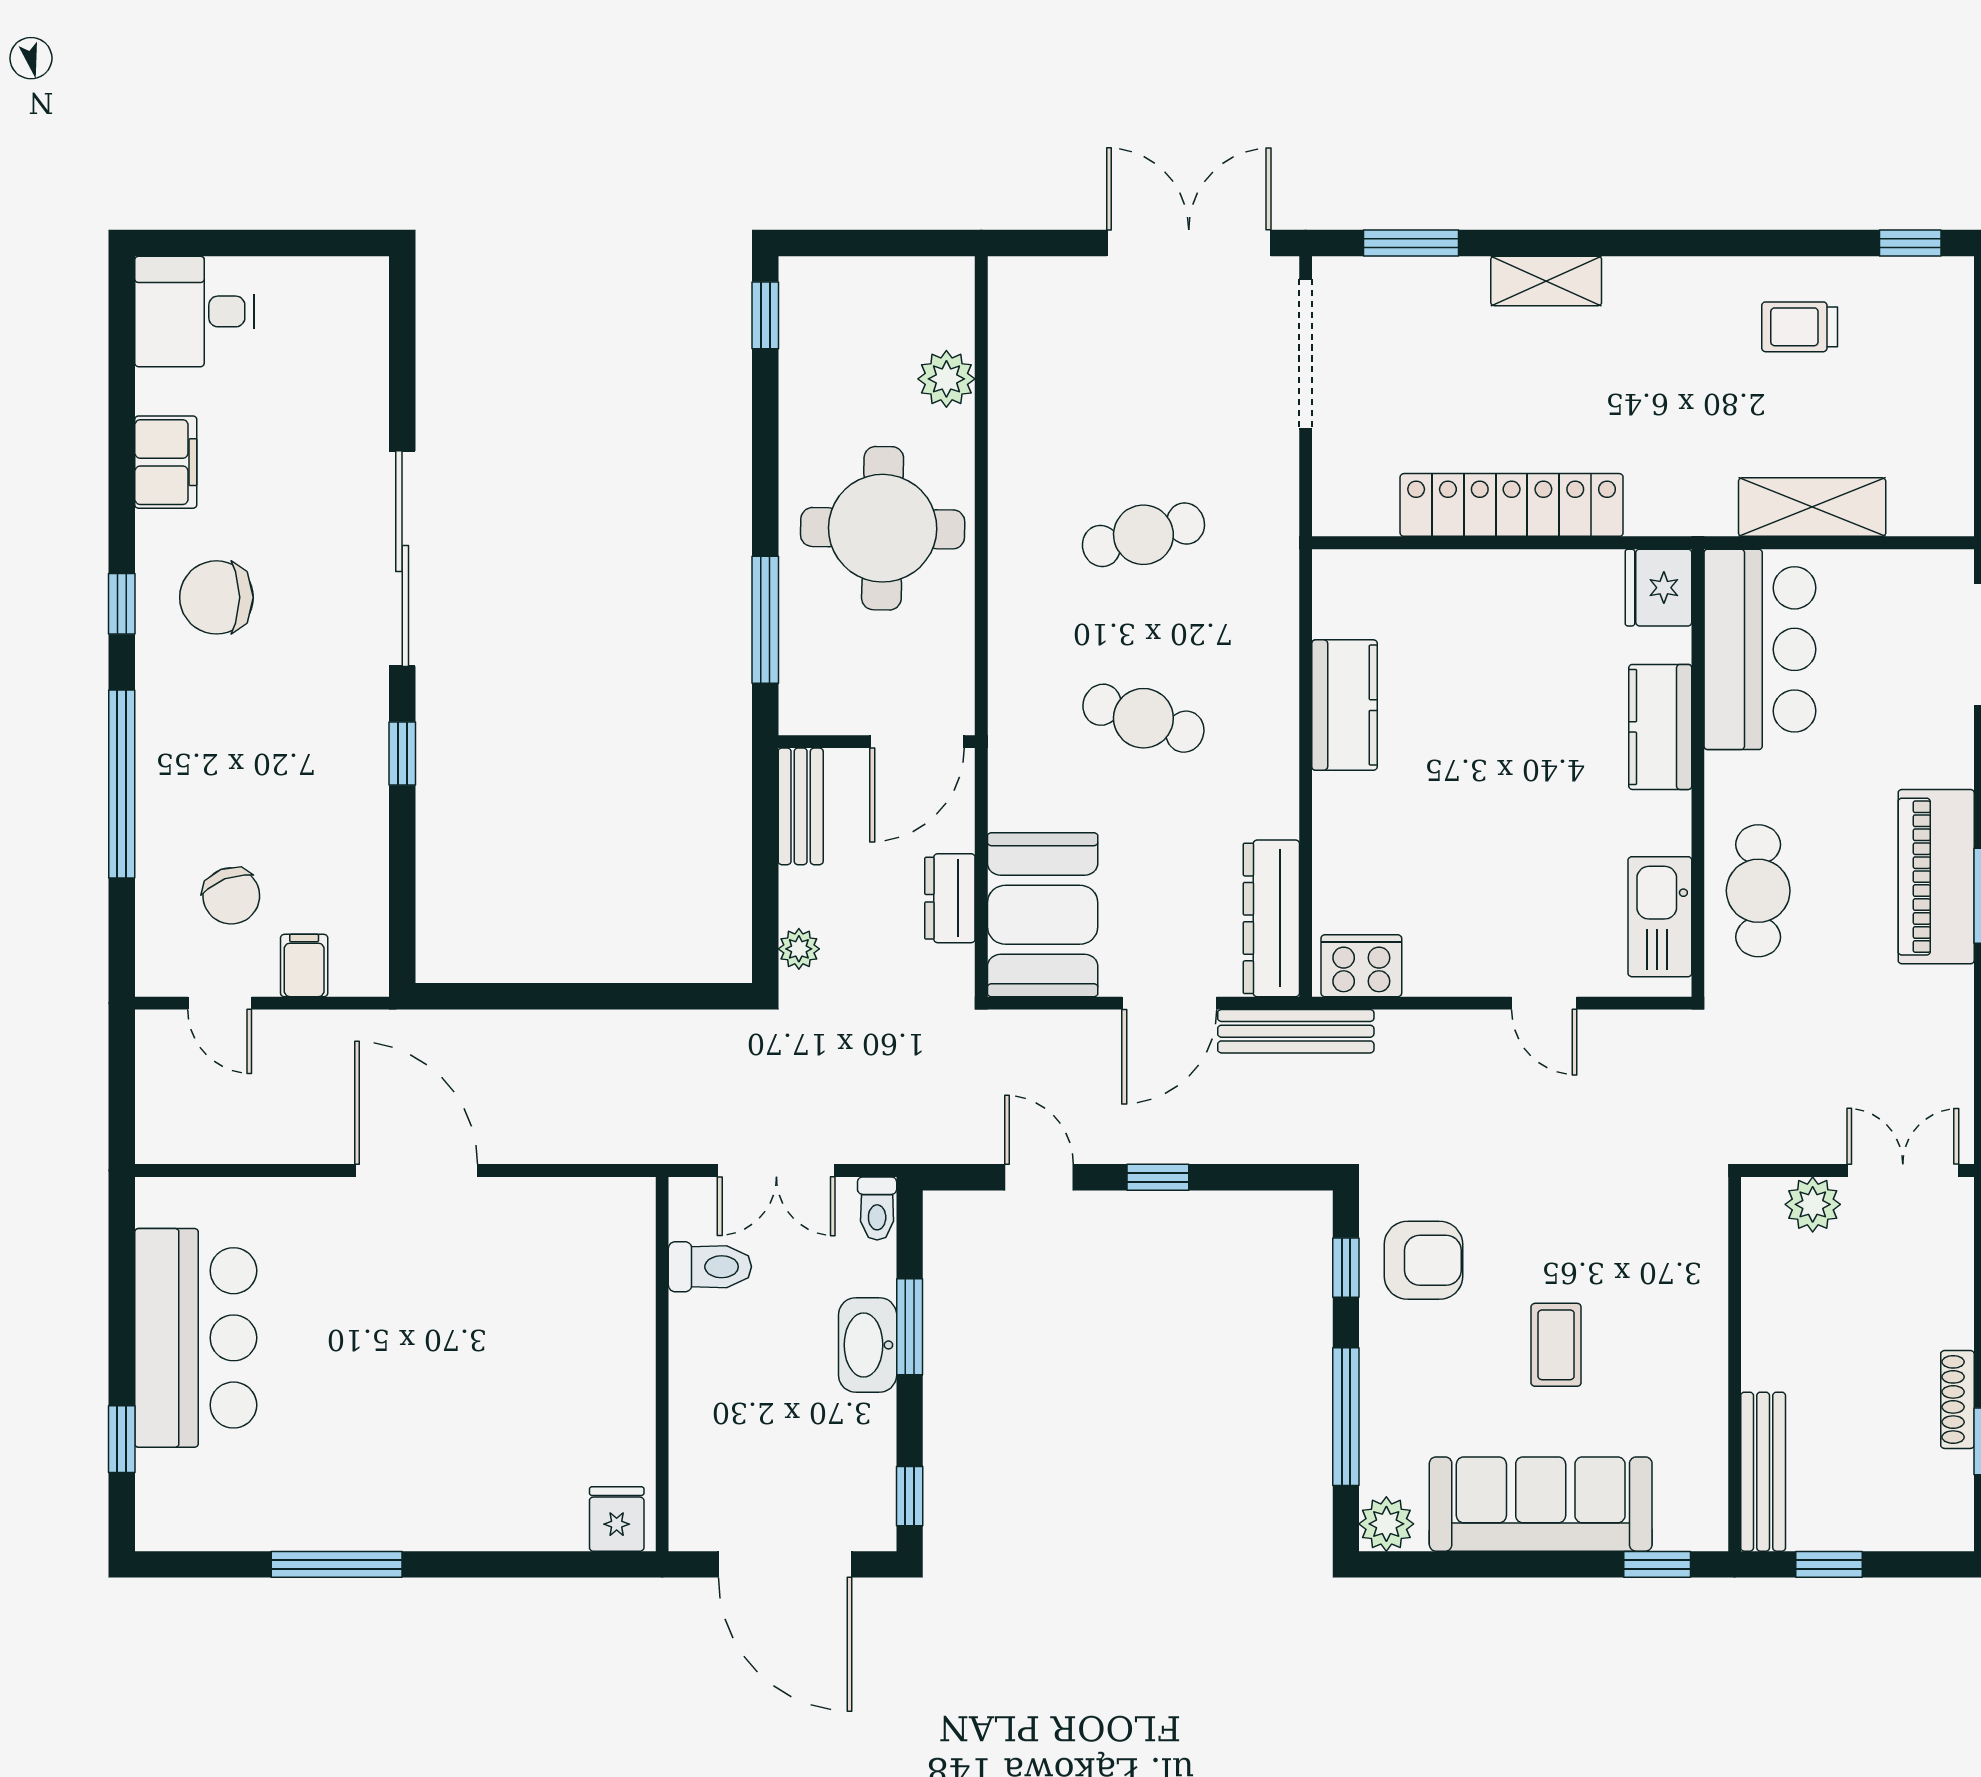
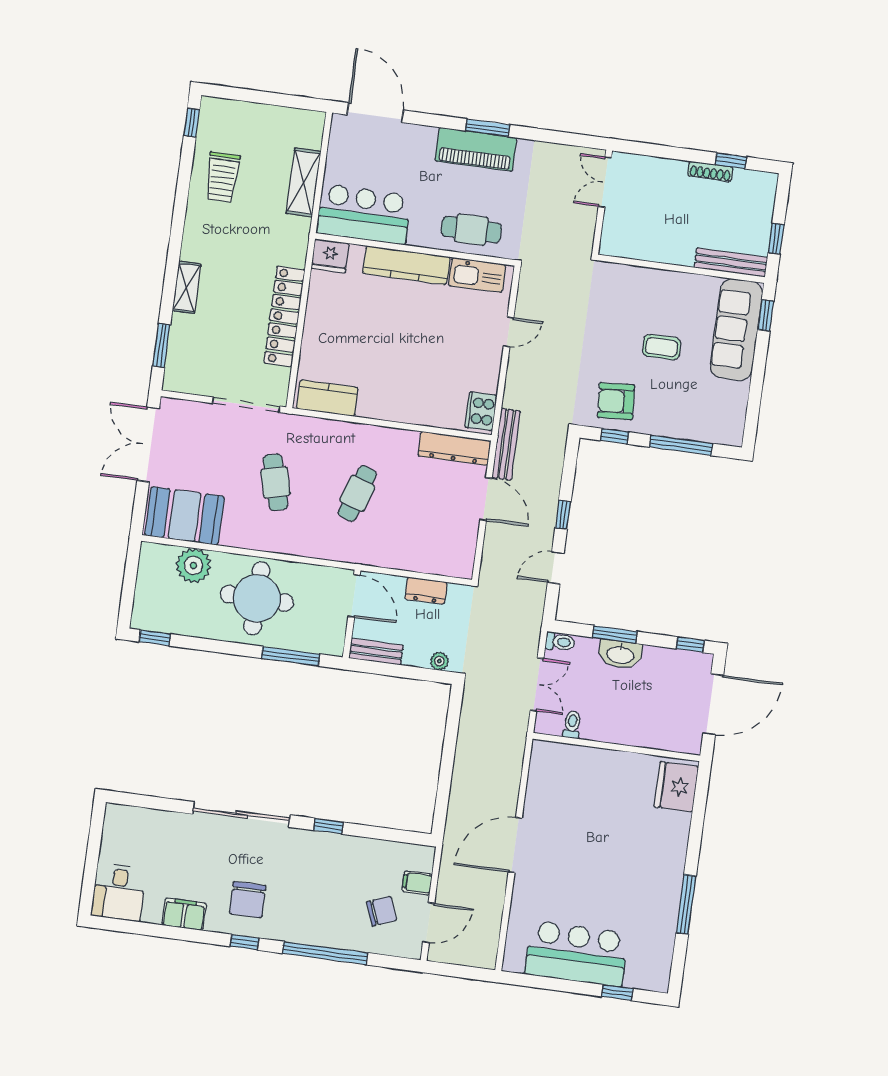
trolley: (1800, 327) -> (222, 177), width x1.36, depth x1.39
doorway: (1306, 354) -> (246, 405), moved
plant: (946, 379) -> (193, 565), width x1.36, depth x1.36
kitchen counter: (1345, 705) -> (327, 398), moved
kitchen counter: (1660, 727) -> (406, 265), width x1.50
booth: (1043, 915) -> (185, 516), moved
door: (220, 1003) -> (429, 923), width x1.37
plant: (1813, 1204) -> (615, 224), removed
armchair: (1423, 1260) -> (616, 401), turned -94
toilet: (710, 1267) -> (572, 725), width x0.73, depth x0.72
sofa: (1541, 1504) -> (736, 330), moved
fridge: (617, 1519) -> (676, 787), width x1.88, depth x1.34
plant: (1386, 1524) -> (731, 434), removed

